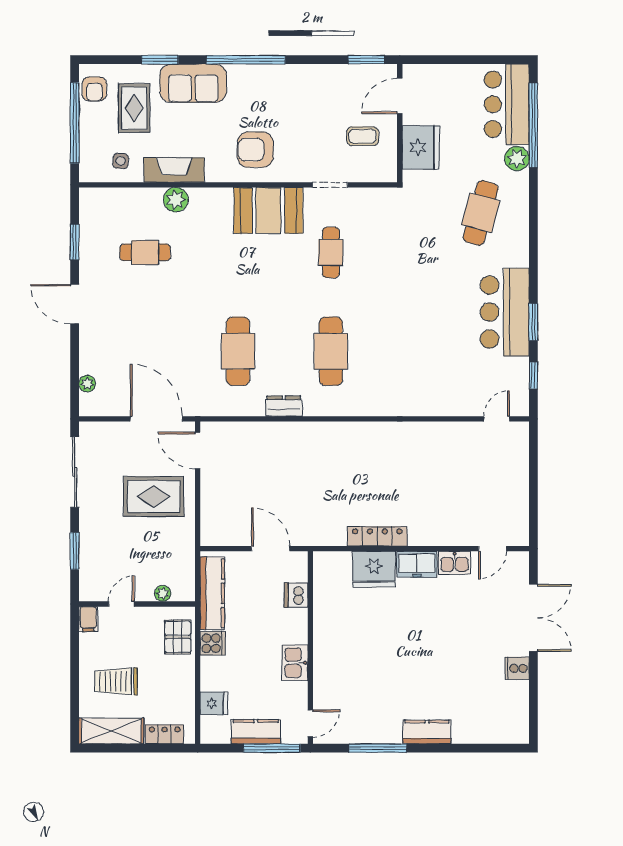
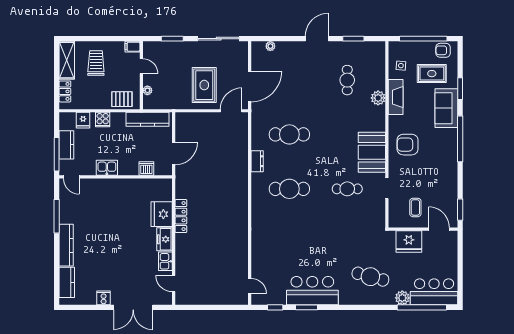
armchair: (255, 150) -> (408, 145), turned -90
cooker: (213, 643) -> (103, 120), moved
kitchen counter: (490, 731) -> (67, 282), added
kitchen counter: (427, 732) -> (66, 245), width x1.50

